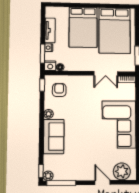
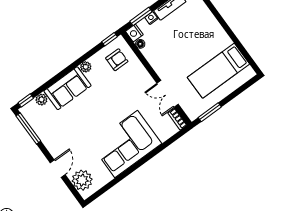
bed: (83, 27) -> (198, 37), removed
bed: (115, 31) -> (218, 71), width x0.67
plant: (48, 176) -> (41, 100), moved

